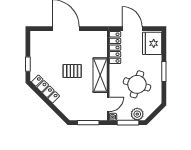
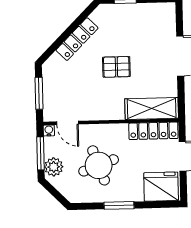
pallet: (72, 71) -> (116, 67), turned 90
shelving: (100, 75) -> (152, 109), moved
round table: (137, 84) -> (99, 165), turned -37
locker: (45, 89) -> (77, 39), moved

